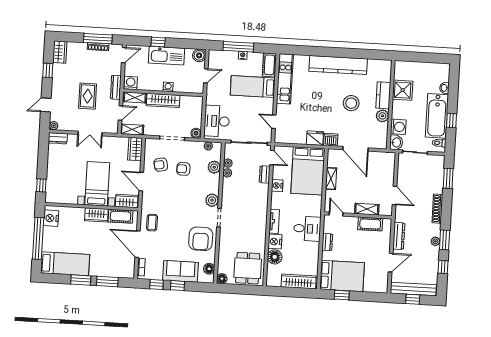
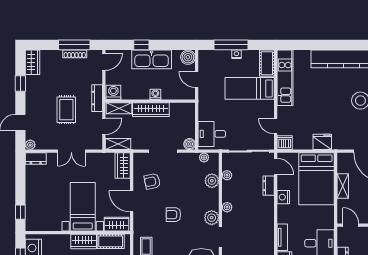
door: (206, 76) -> (197, 80), swing flipped
desk: (217, 121) -> (212, 134), width x0.73
dishwasher: (331, 140) -> (285, 143), moved
armchair: (183, 169) -> (173, 215), moved
plant: (227, 173) -> (227, 207), moved

